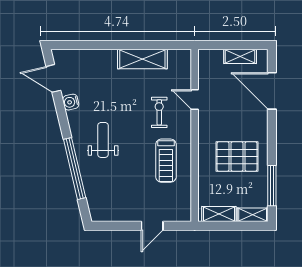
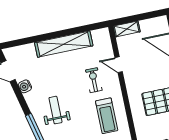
shelving: (240, 56) -> (127, 29), moved
shelving: (142, 59) -> (64, 44), width x1.47

